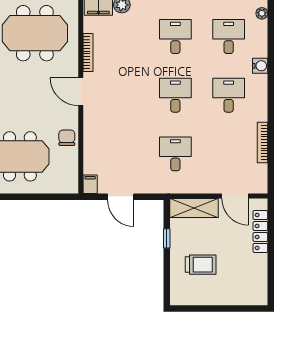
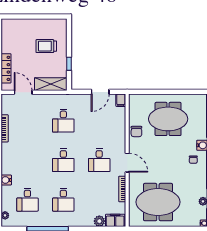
desk: (229, 95) -> (99, 160), moved
door: (121, 197) -> (100, 92), swing flipped

